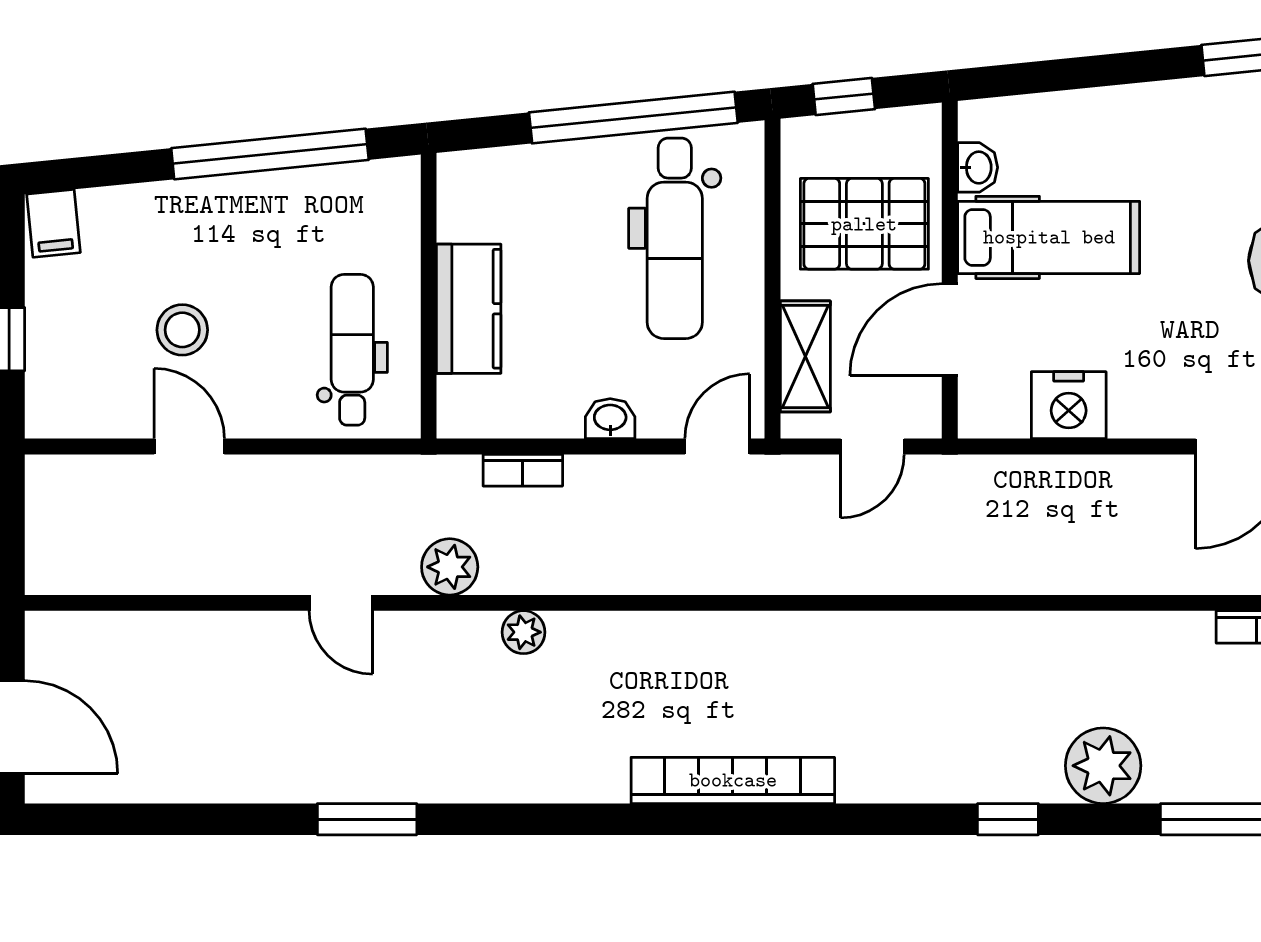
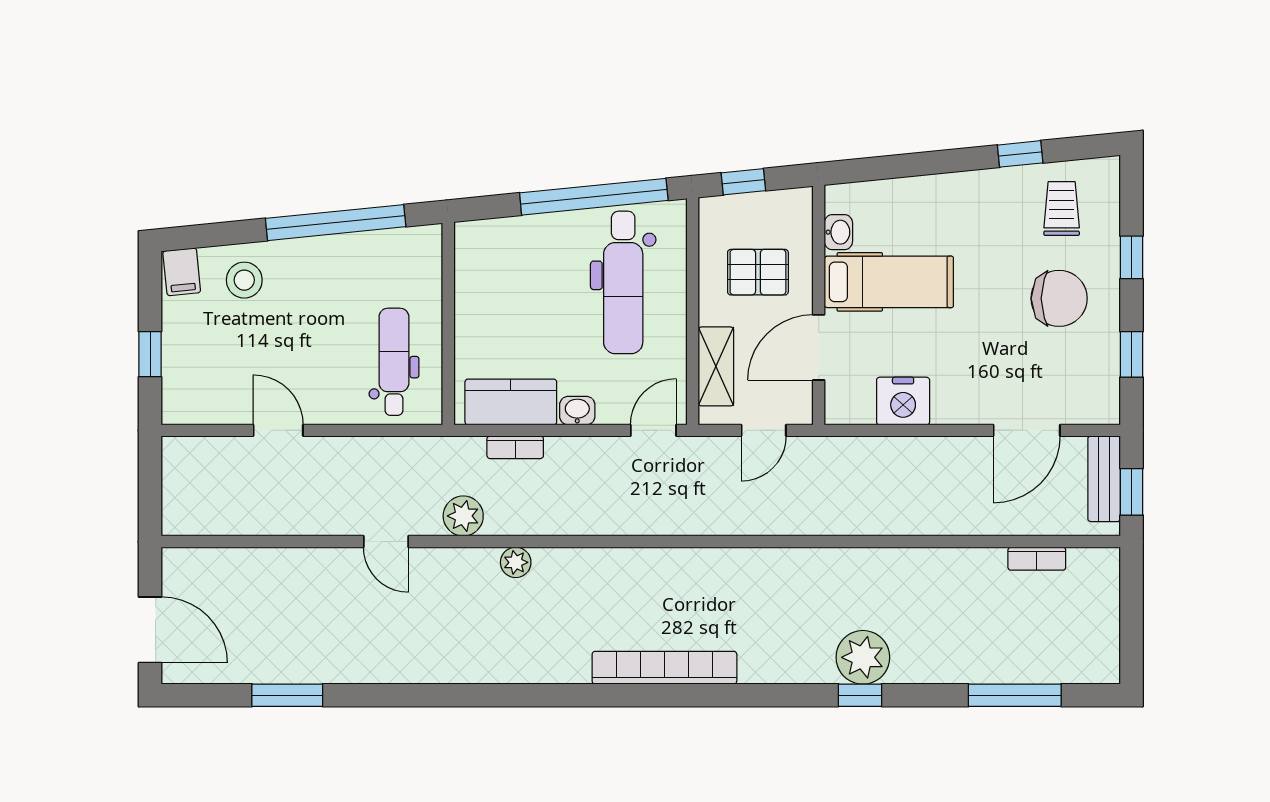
pallet: (864, 224) -> (758, 272), width x0.67, depth x0.71
kitchen counter: (469, 309) -> (511, 402), moved, turned -90
stool: (182, 330) -> (244, 280), moved
plant: (1103, 766) -> (863, 657), moved
window: (367, 819) -> (287, 695), moved

